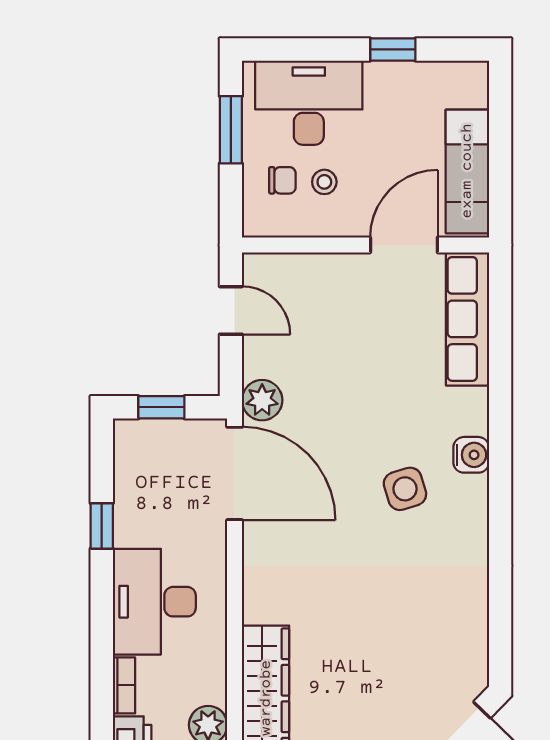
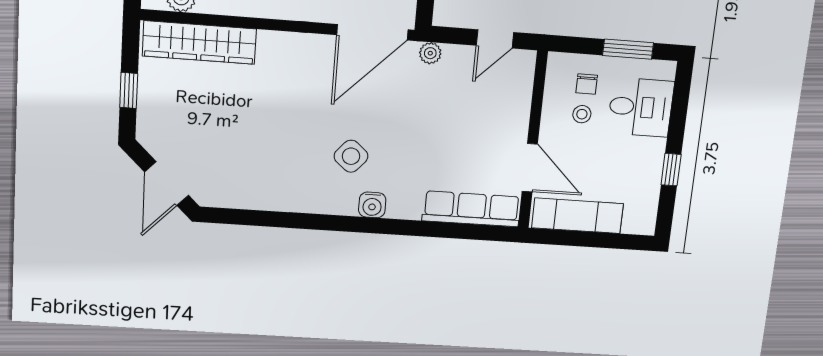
desk: (309, 103) -> (641, 107), width x0.73
plant: (262, 400) -> (430, 53), width x0.73, depth x0.73
side table: (405, 489) -> (351, 156), turned -32

